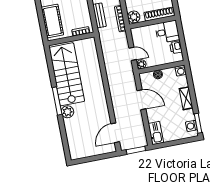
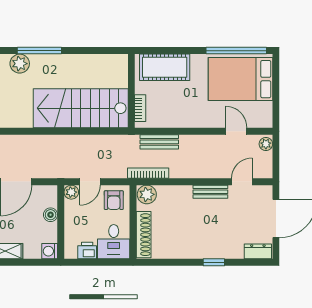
armchair: (141, 37) -> (114, 200), added
stairs: (67, 74) -> (81, 108), moved, turned 180

